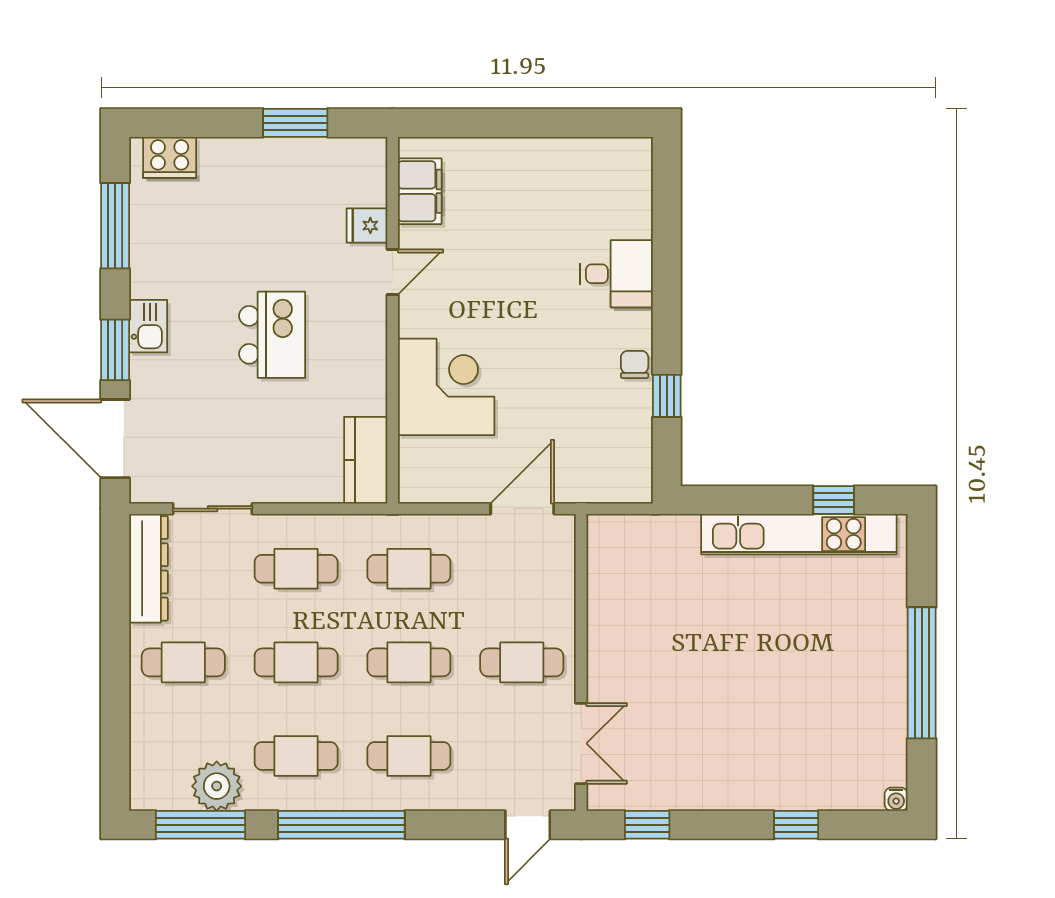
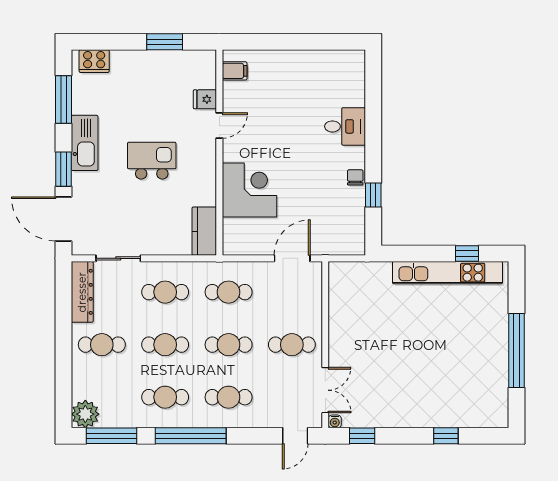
filing cabinet: (420, 191) -> (235, 71), width x0.50
kitchen sink: (148, 326) -> (85, 143), width x1.88, depth x1.24
kitchen island: (272, 335) -> (152, 161), turned -90
plant: (217, 786) -> (85, 414), moved
water cooler: (896, 799) -> (335, 421), moved

